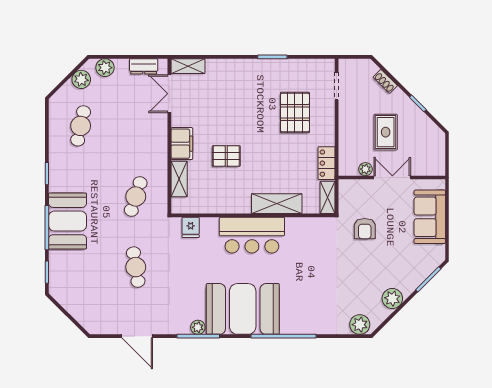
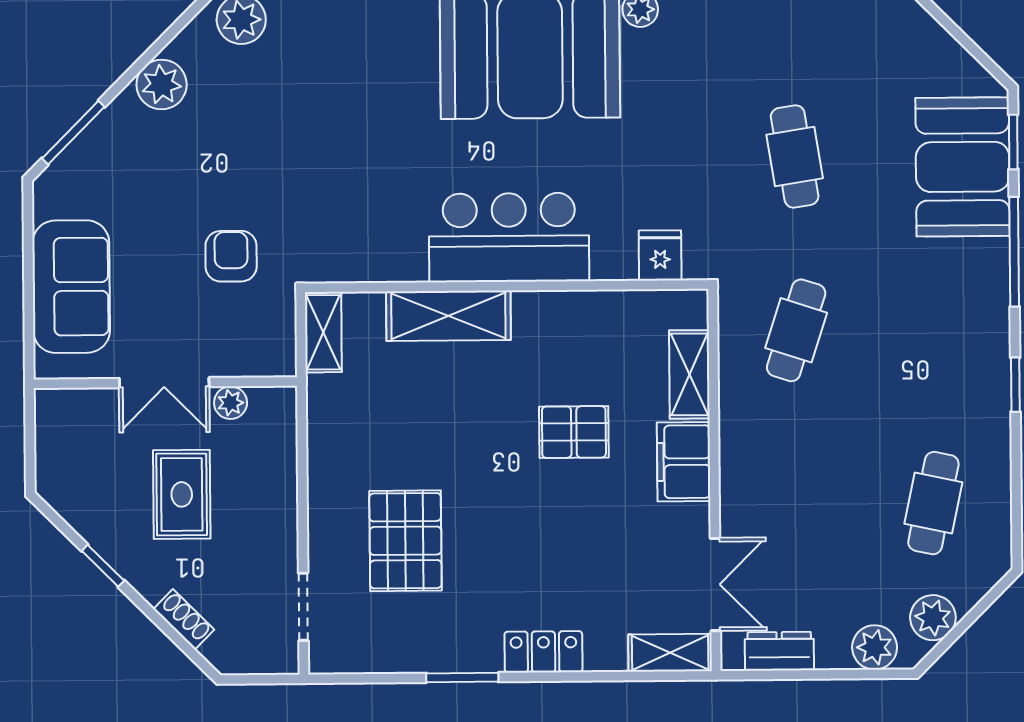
locker: (327, 163) -> (543, 652), moved, turned -90
booth: (68, 221) -> (963, 167), moved

